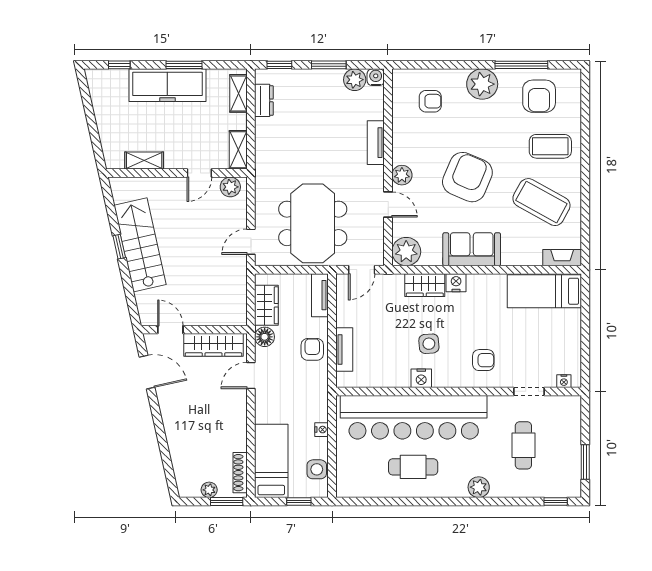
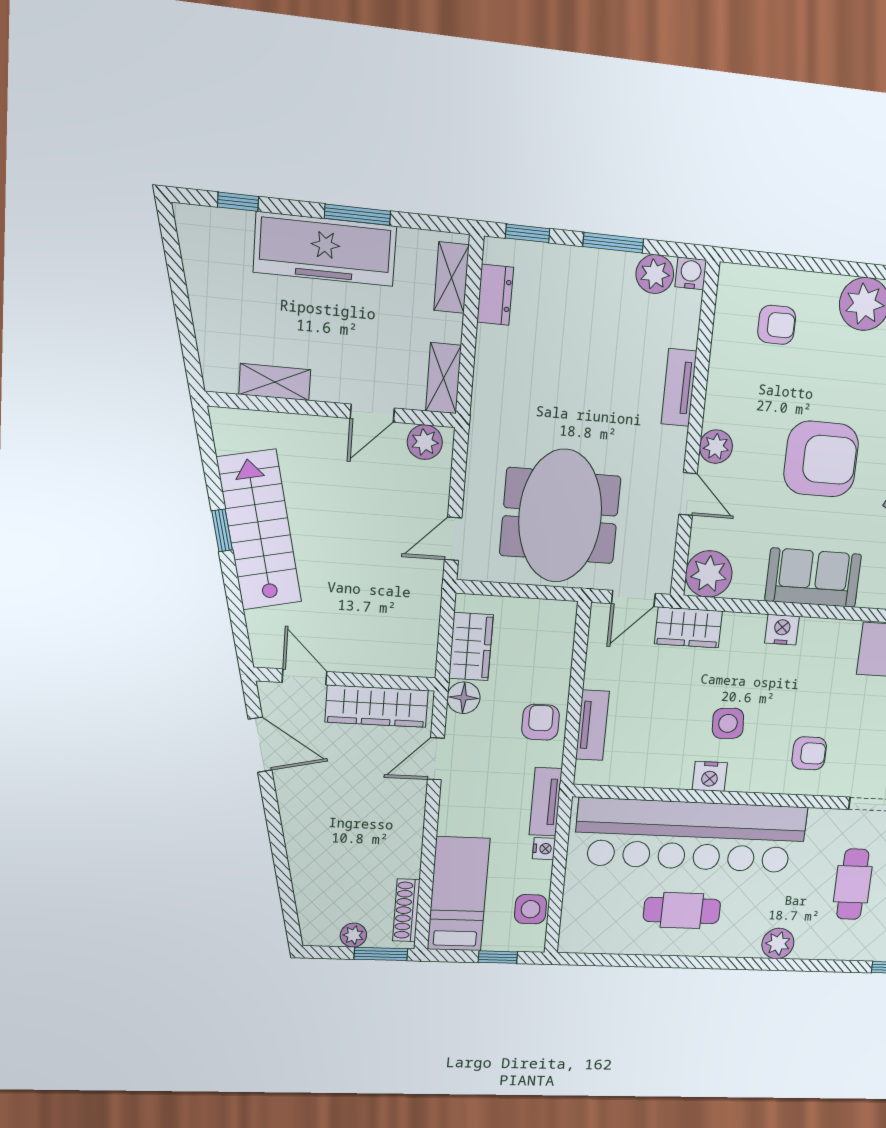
armchair: (467, 177) -> (821, 459), turned 67
wardrobe: (425, 285) -> (688, 627), moved
tv unit: (320, 295) -> (546, 802), moved

